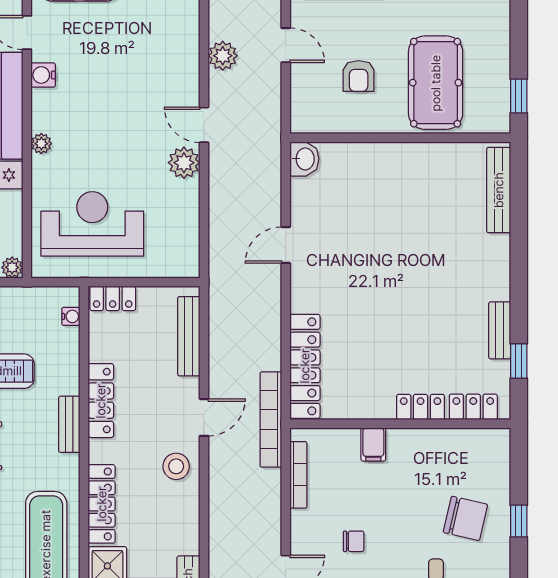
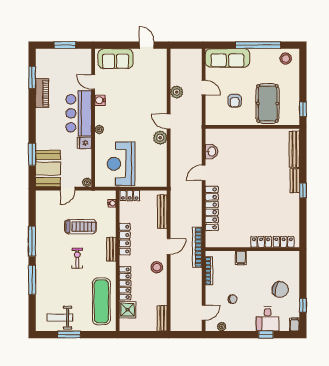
washbasin: (304, 159) -> (212, 151), moved
reception desk: (92, 224) -> (121, 164), turned -90
bench: (500, 330) -> (295, 181), moved
window: (519, 361) -> (303, 190), moved
locker: (305, 366) -> (212, 208), moved
window: (519, 521) -> (303, 305), moved

